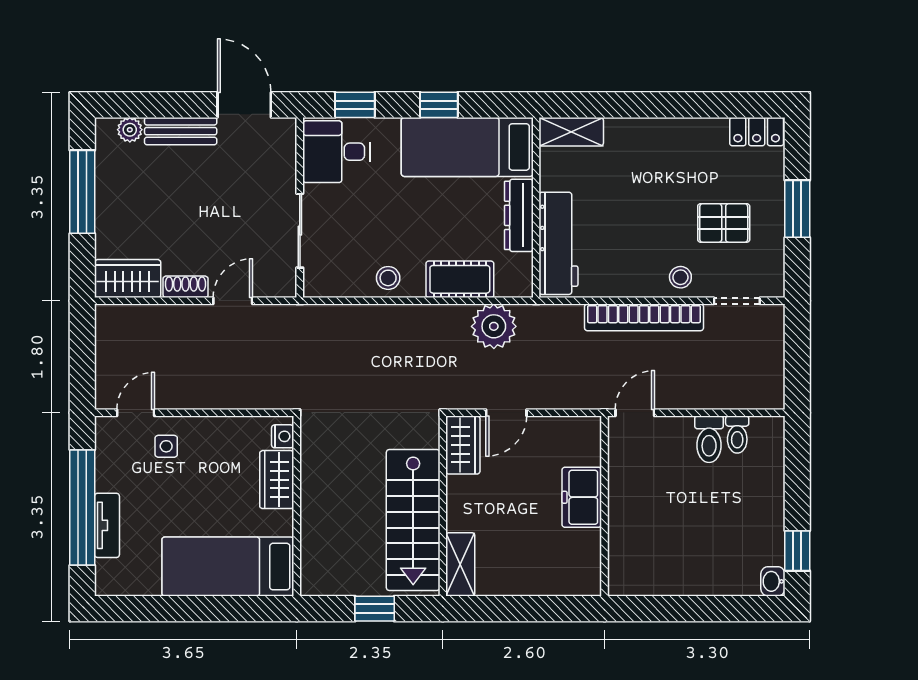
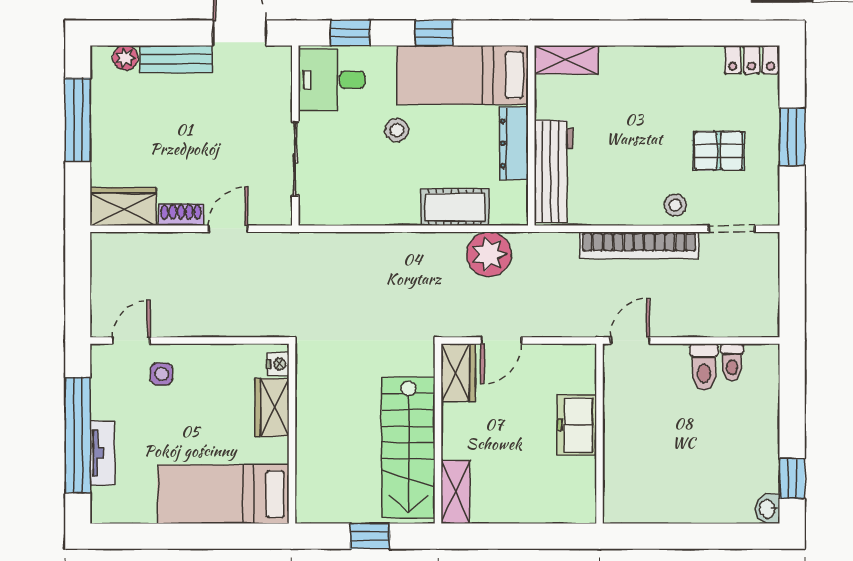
stool: (388, 278) -> (397, 130), moved

